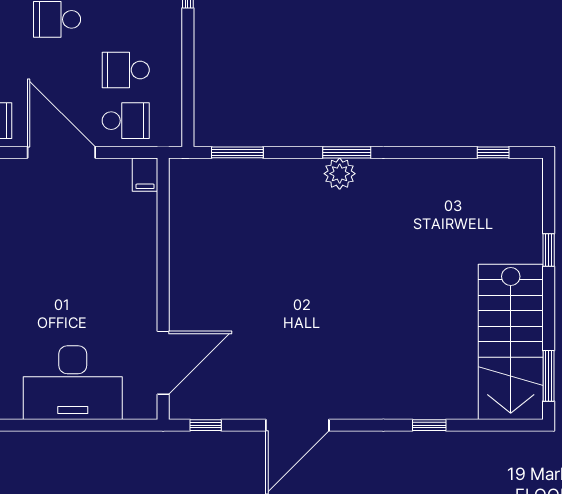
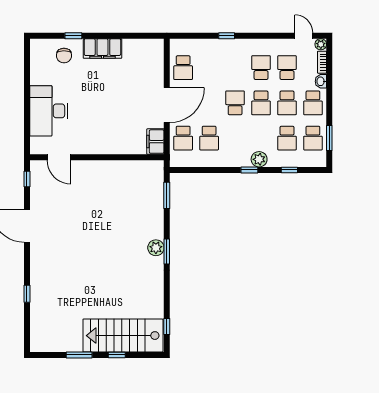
school desk: (126, 70) -> (209, 138), turned 180
filing cabinet: (145, 175) -> (155, 142), width x2.00
stairs: (511, 342) -> (123, 336), moved
door: (163, 363) -> (59, 157), width x0.73
window: (549, 376) -> (79, 355), moved

